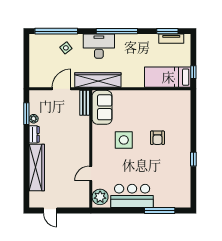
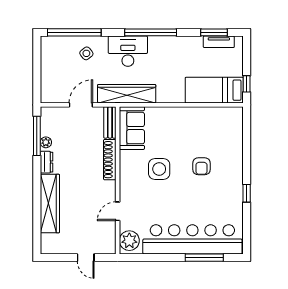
window: (26, 114) -> (37, 136), width x1.44
shoe rack: (84, 132) -> (110, 160), added
bar counter: (132, 196) -> (192, 239), width x1.86
door: (50, 211) -> (86, 258), moved

